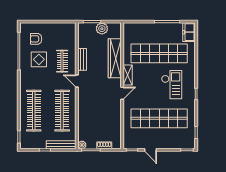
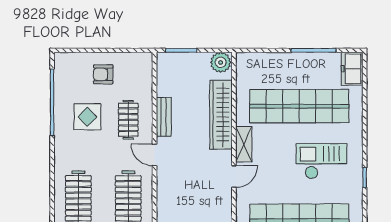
plant: (102, 29) -> (221, 62), moved
armchair: (36, 39) -> (103, 74), moved
checkout: (172, 85) -> (321, 161), turned -90

